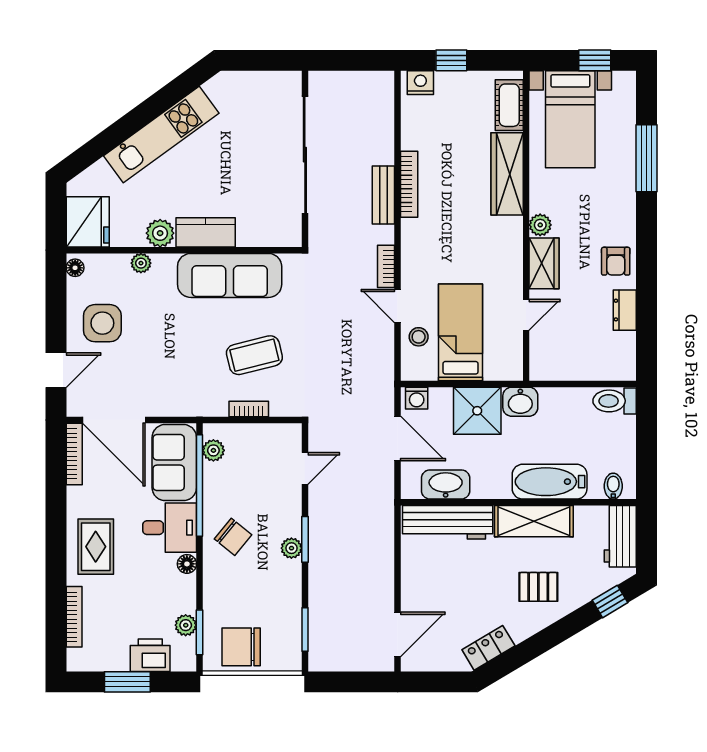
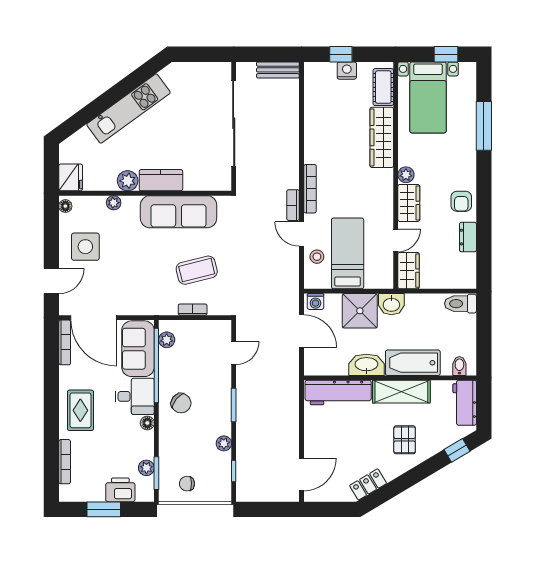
nightstand: (420, 83) -> (347, 71), moved
bookcase: (409, 184) -> (310, 189), moved
bench: (383, 195) -> (278, 70), moved, turned 90
fridge: (88, 222) -> (71, 177), width x0.73, depth x0.75
wardrobe: (544, 356) -> (409, 271), added
washbasin: (446, 484) -> (366, 365), moved
plant: (291, 548) -> (224, 443), moved
pallet: (538, 587) -> (405, 440), turned 90
window: (305, 630) -> (234, 471), width x0.67
chair: (241, 647) -> (187, 484), width x0.54, depth x0.54

